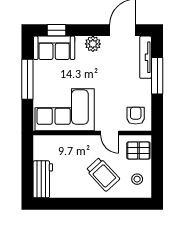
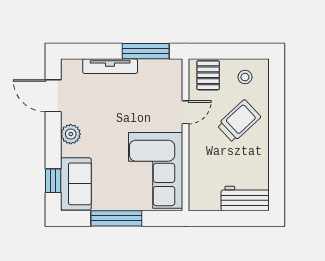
tv unit: (146, 57) -> (110, 66), moved
window: (157, 76) -> (146, 51), moved
armchair: (136, 116) -> (163, 79), removed

